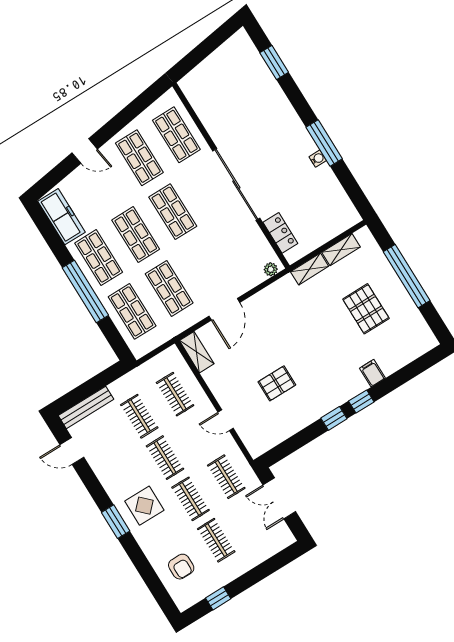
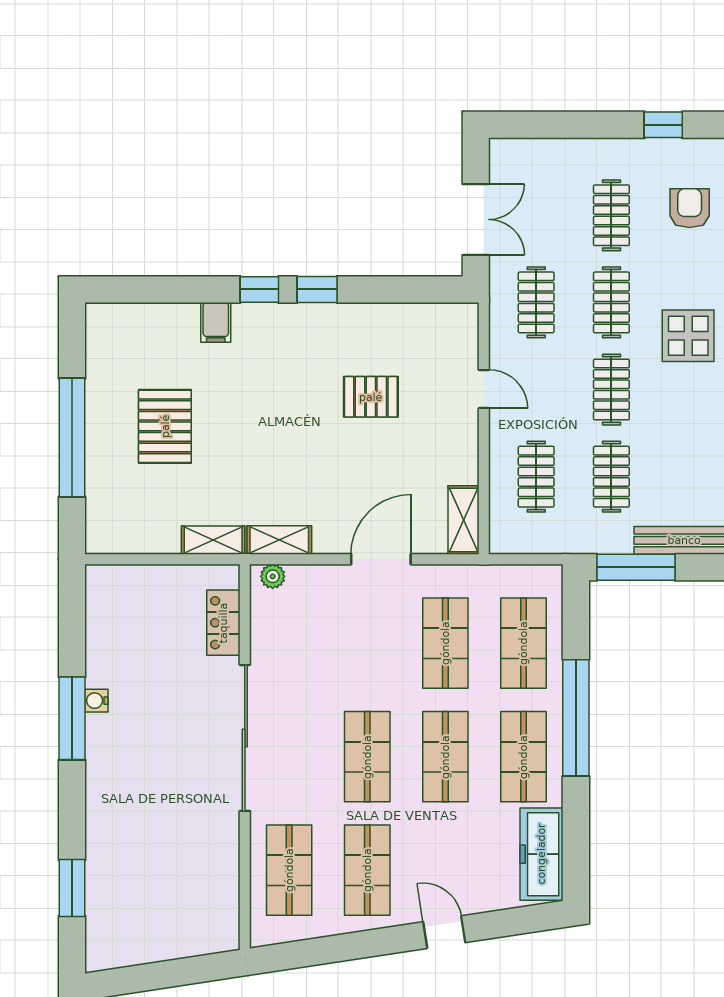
shelving: (341, 250) -> (279, 540), moved
window: (101, 380) -> (636, 567), added

